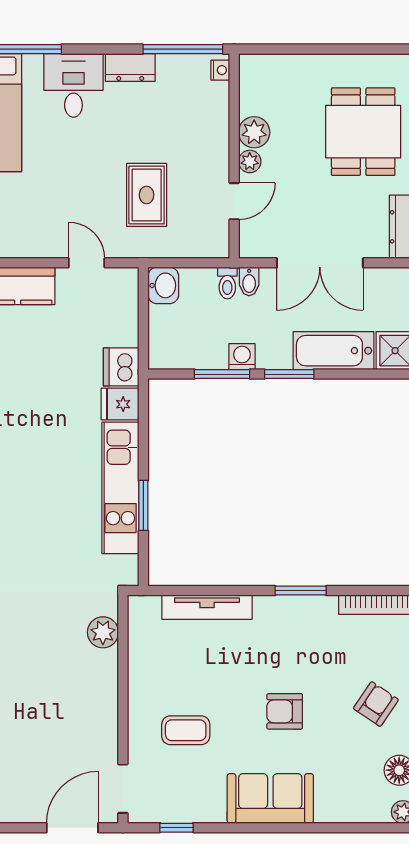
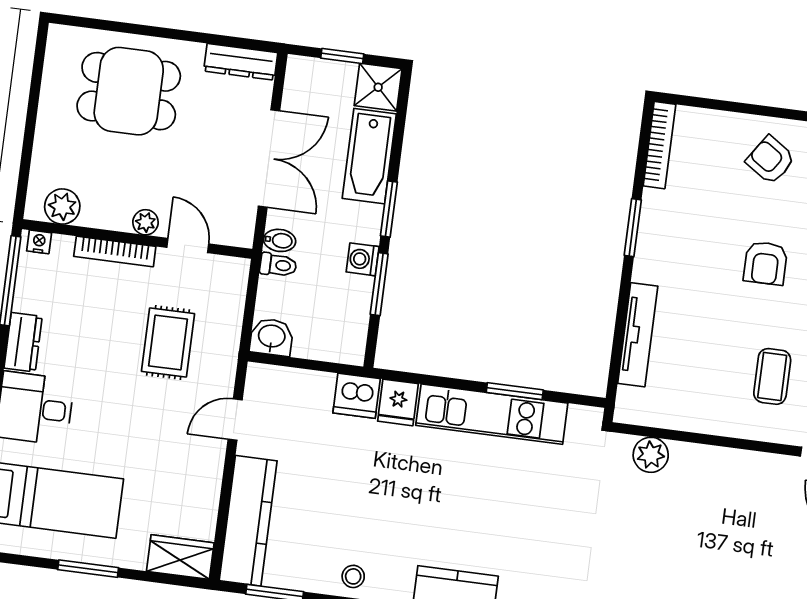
plant: (254, 132) -> (62, 206), moved
bookcase: (221, 138) -> (115, 251), added
rug: (147, 195) -> (168, 342), turned 90

